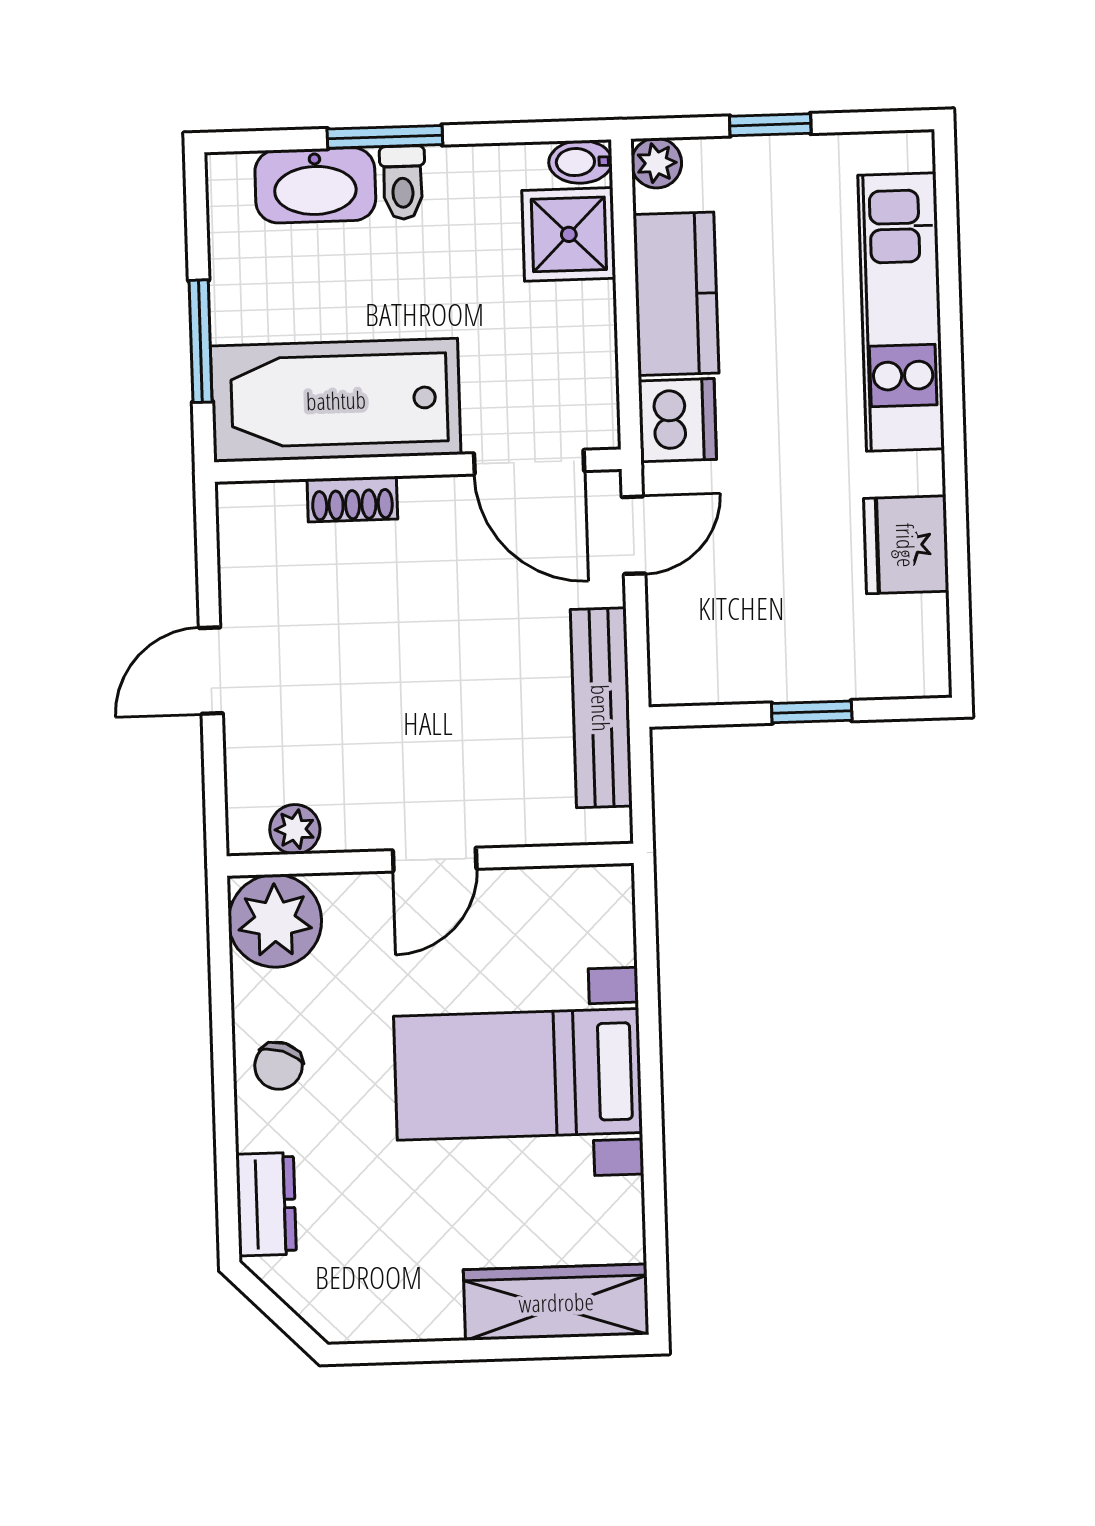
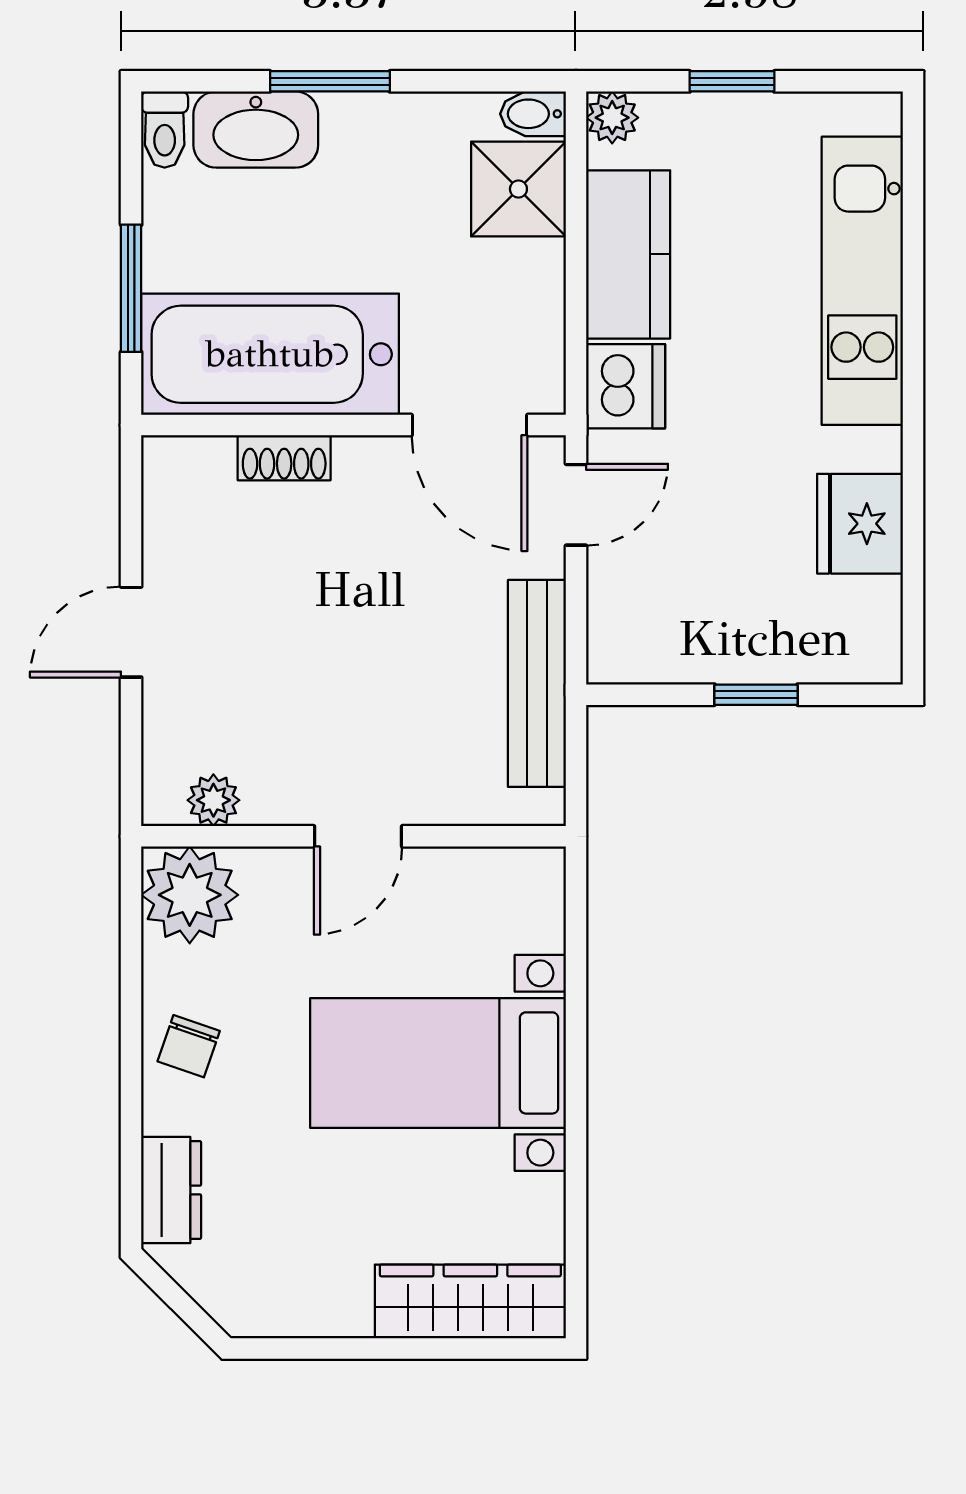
toilet: (403, 183) -> (165, 130), moved

